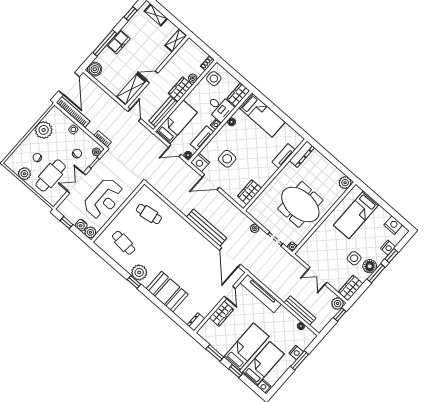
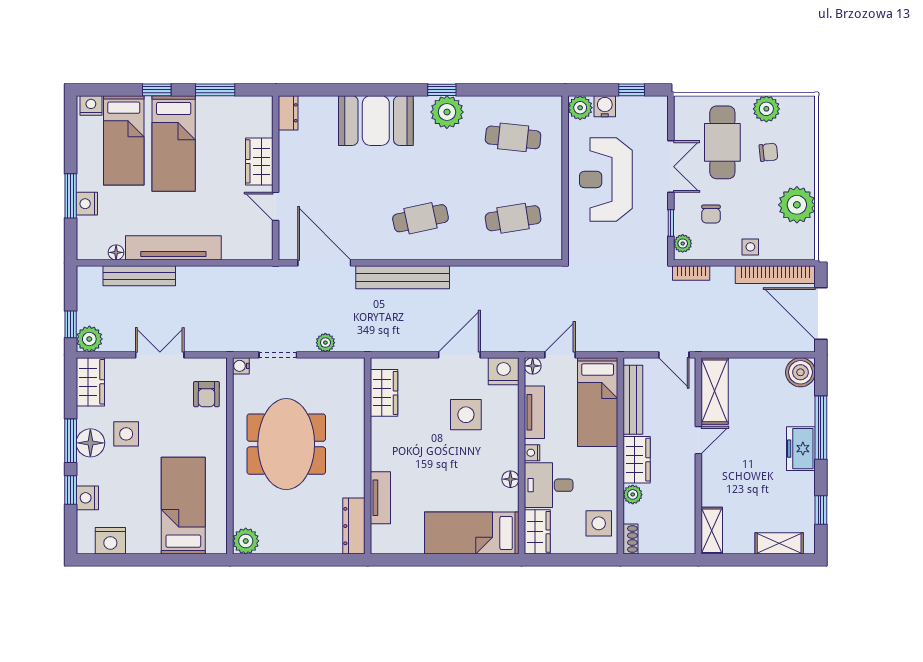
meeting table: (300, 204) -> (286, 444), turned 90
cafe table: (182, 243) -> (420, 218), added
armchair: (313, 247) -> (206, 394), added
tv unit: (261, 293) -> (173, 248), moved

